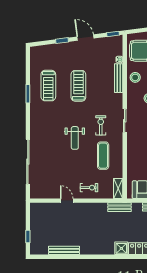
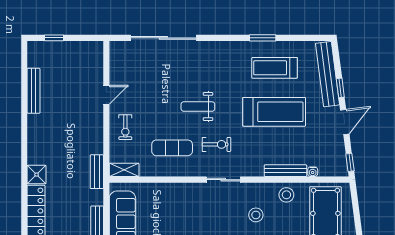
bench: (53, 49) -> (327, 74), added
treadmill: (78, 86) -> (274, 112), width x1.37, depth x1.38

